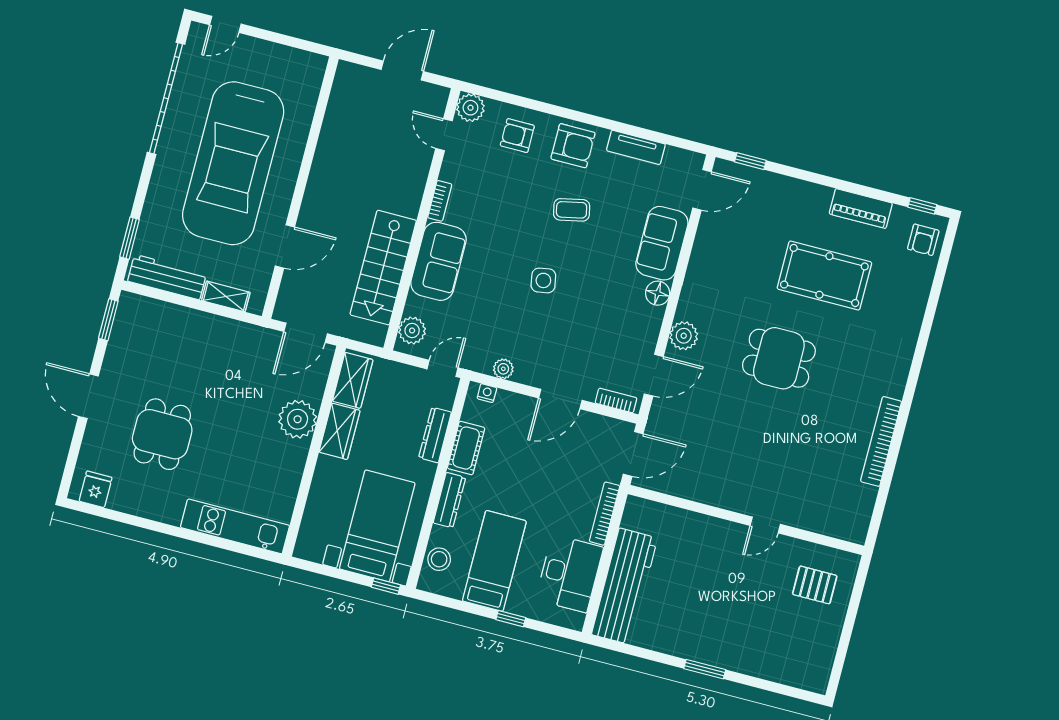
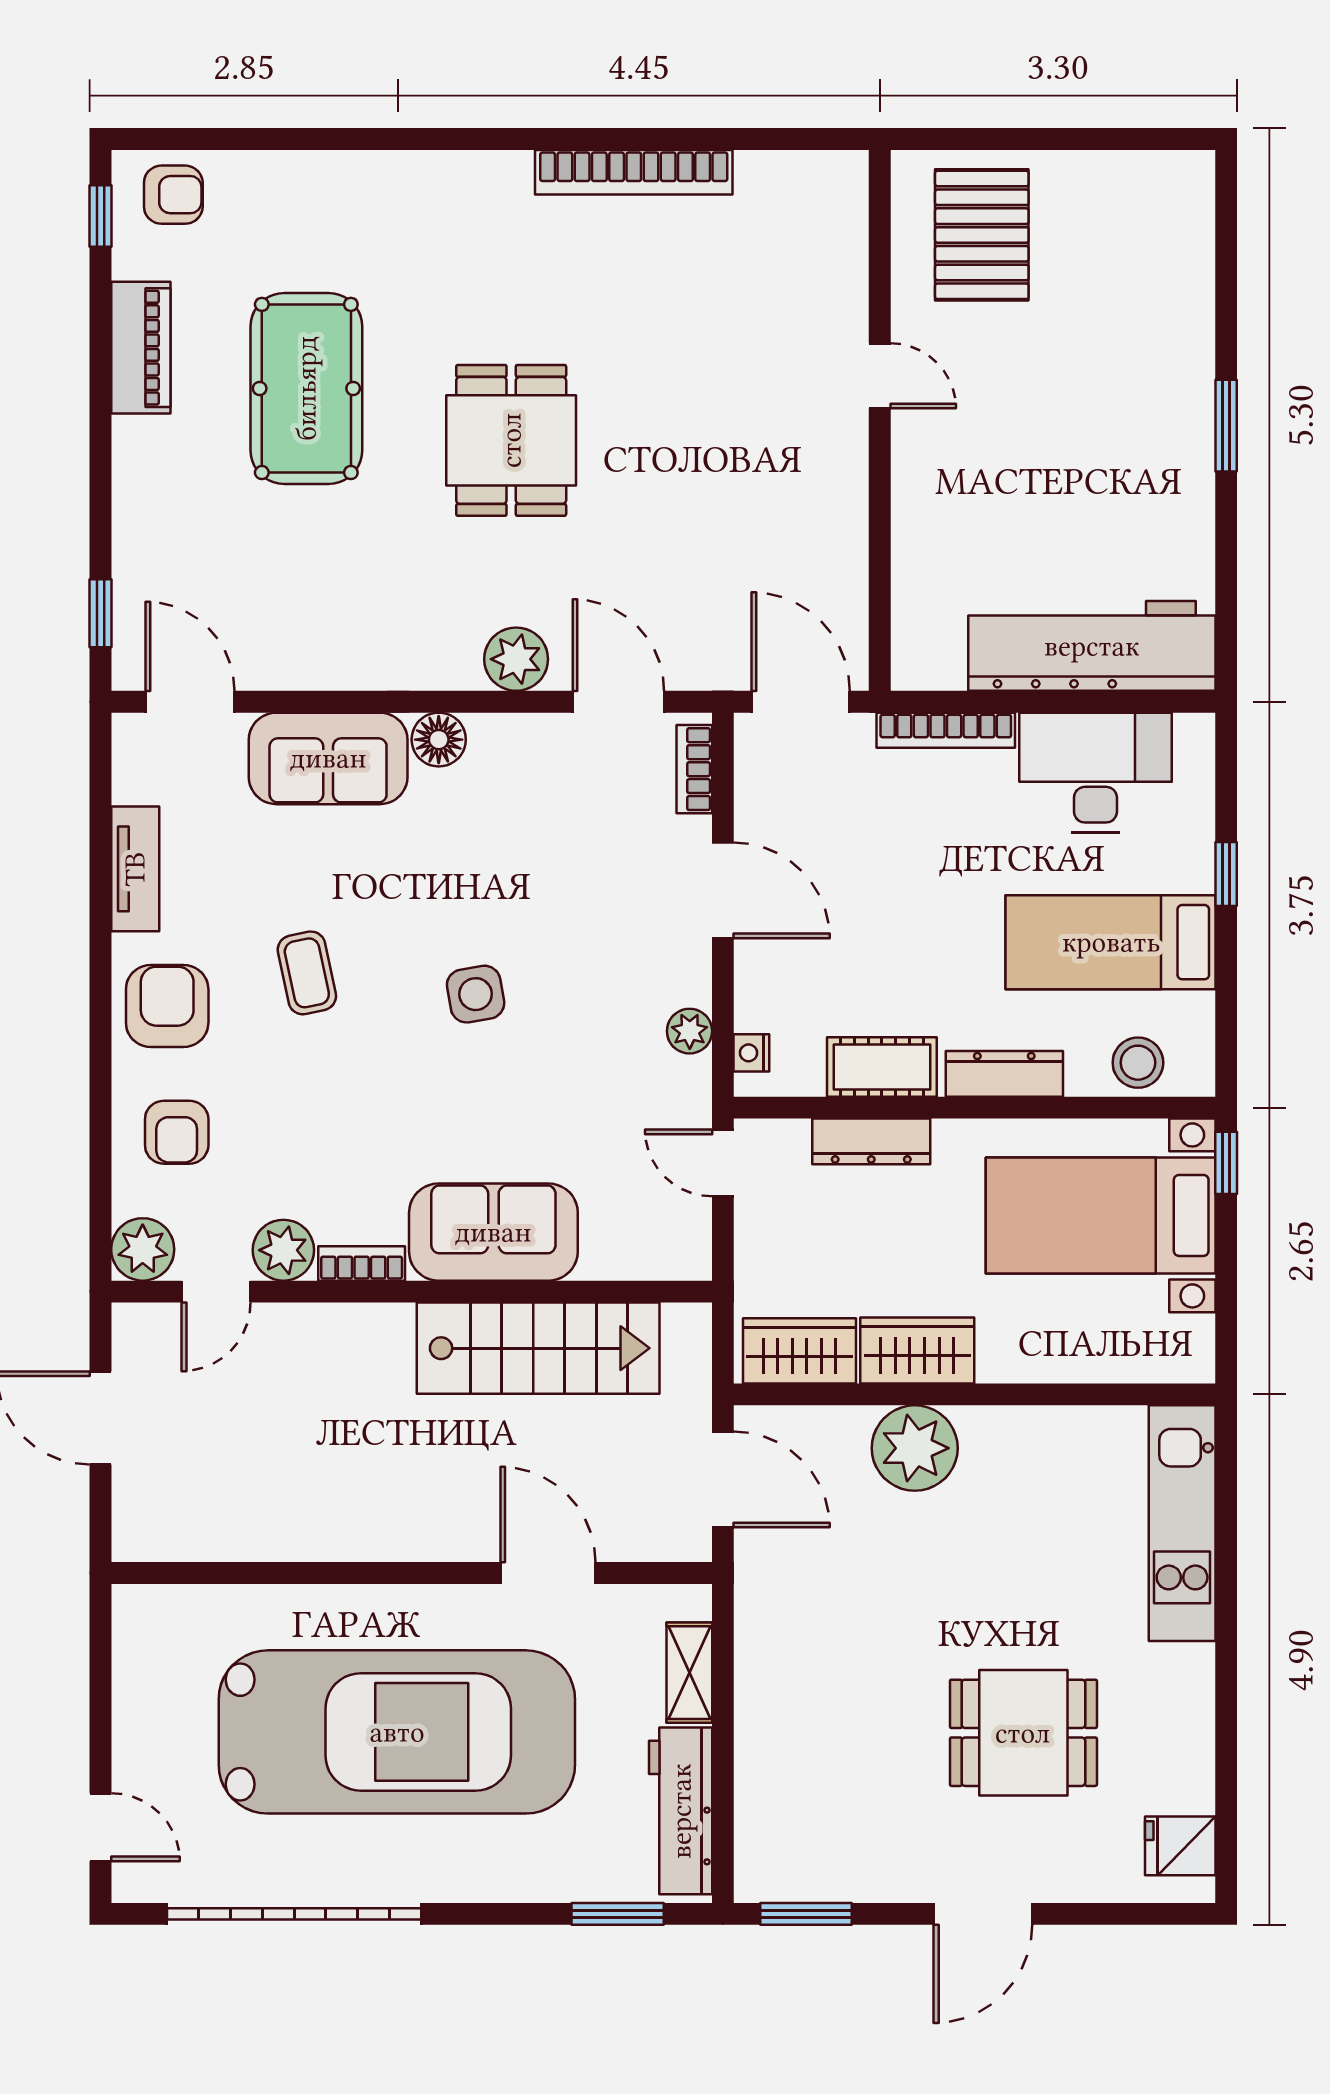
plant: (412, 330) -> (283, 1250), moved
pallet: (815, 585) -> (982, 235), width x1.50, depth x1.42

